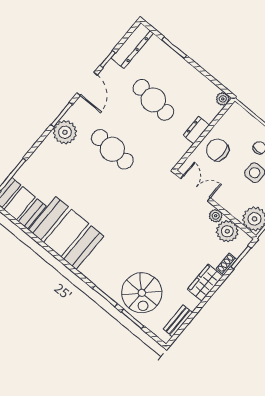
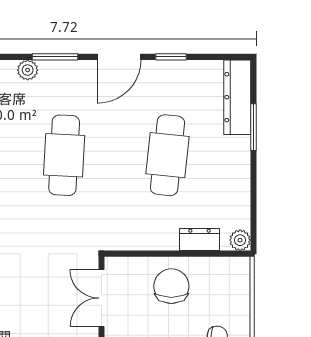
dresser: (132, 46) -> (237, 97), moved, turned 90
dresser: (196, 130) -> (200, 239), moved
plant: (65, 132) -> (28, 70), width x0.53, depth x0.53
double door: (195, 188) -> (102, 298), swing flipped

